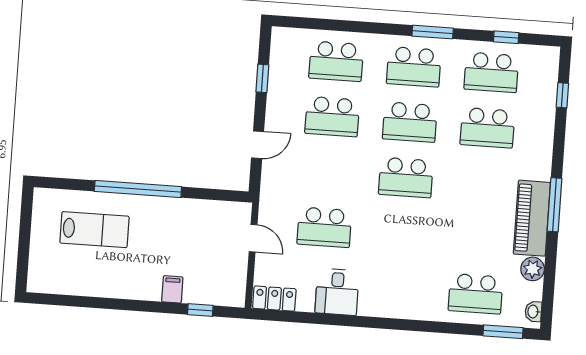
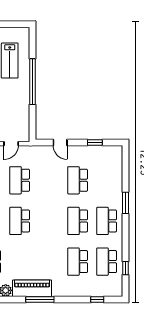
window: (433, 32) -> (125, 203), moved
school desk: (336, 61) -> (107, 180), removed
school desk: (406, 177) -> (20, 221), moved

